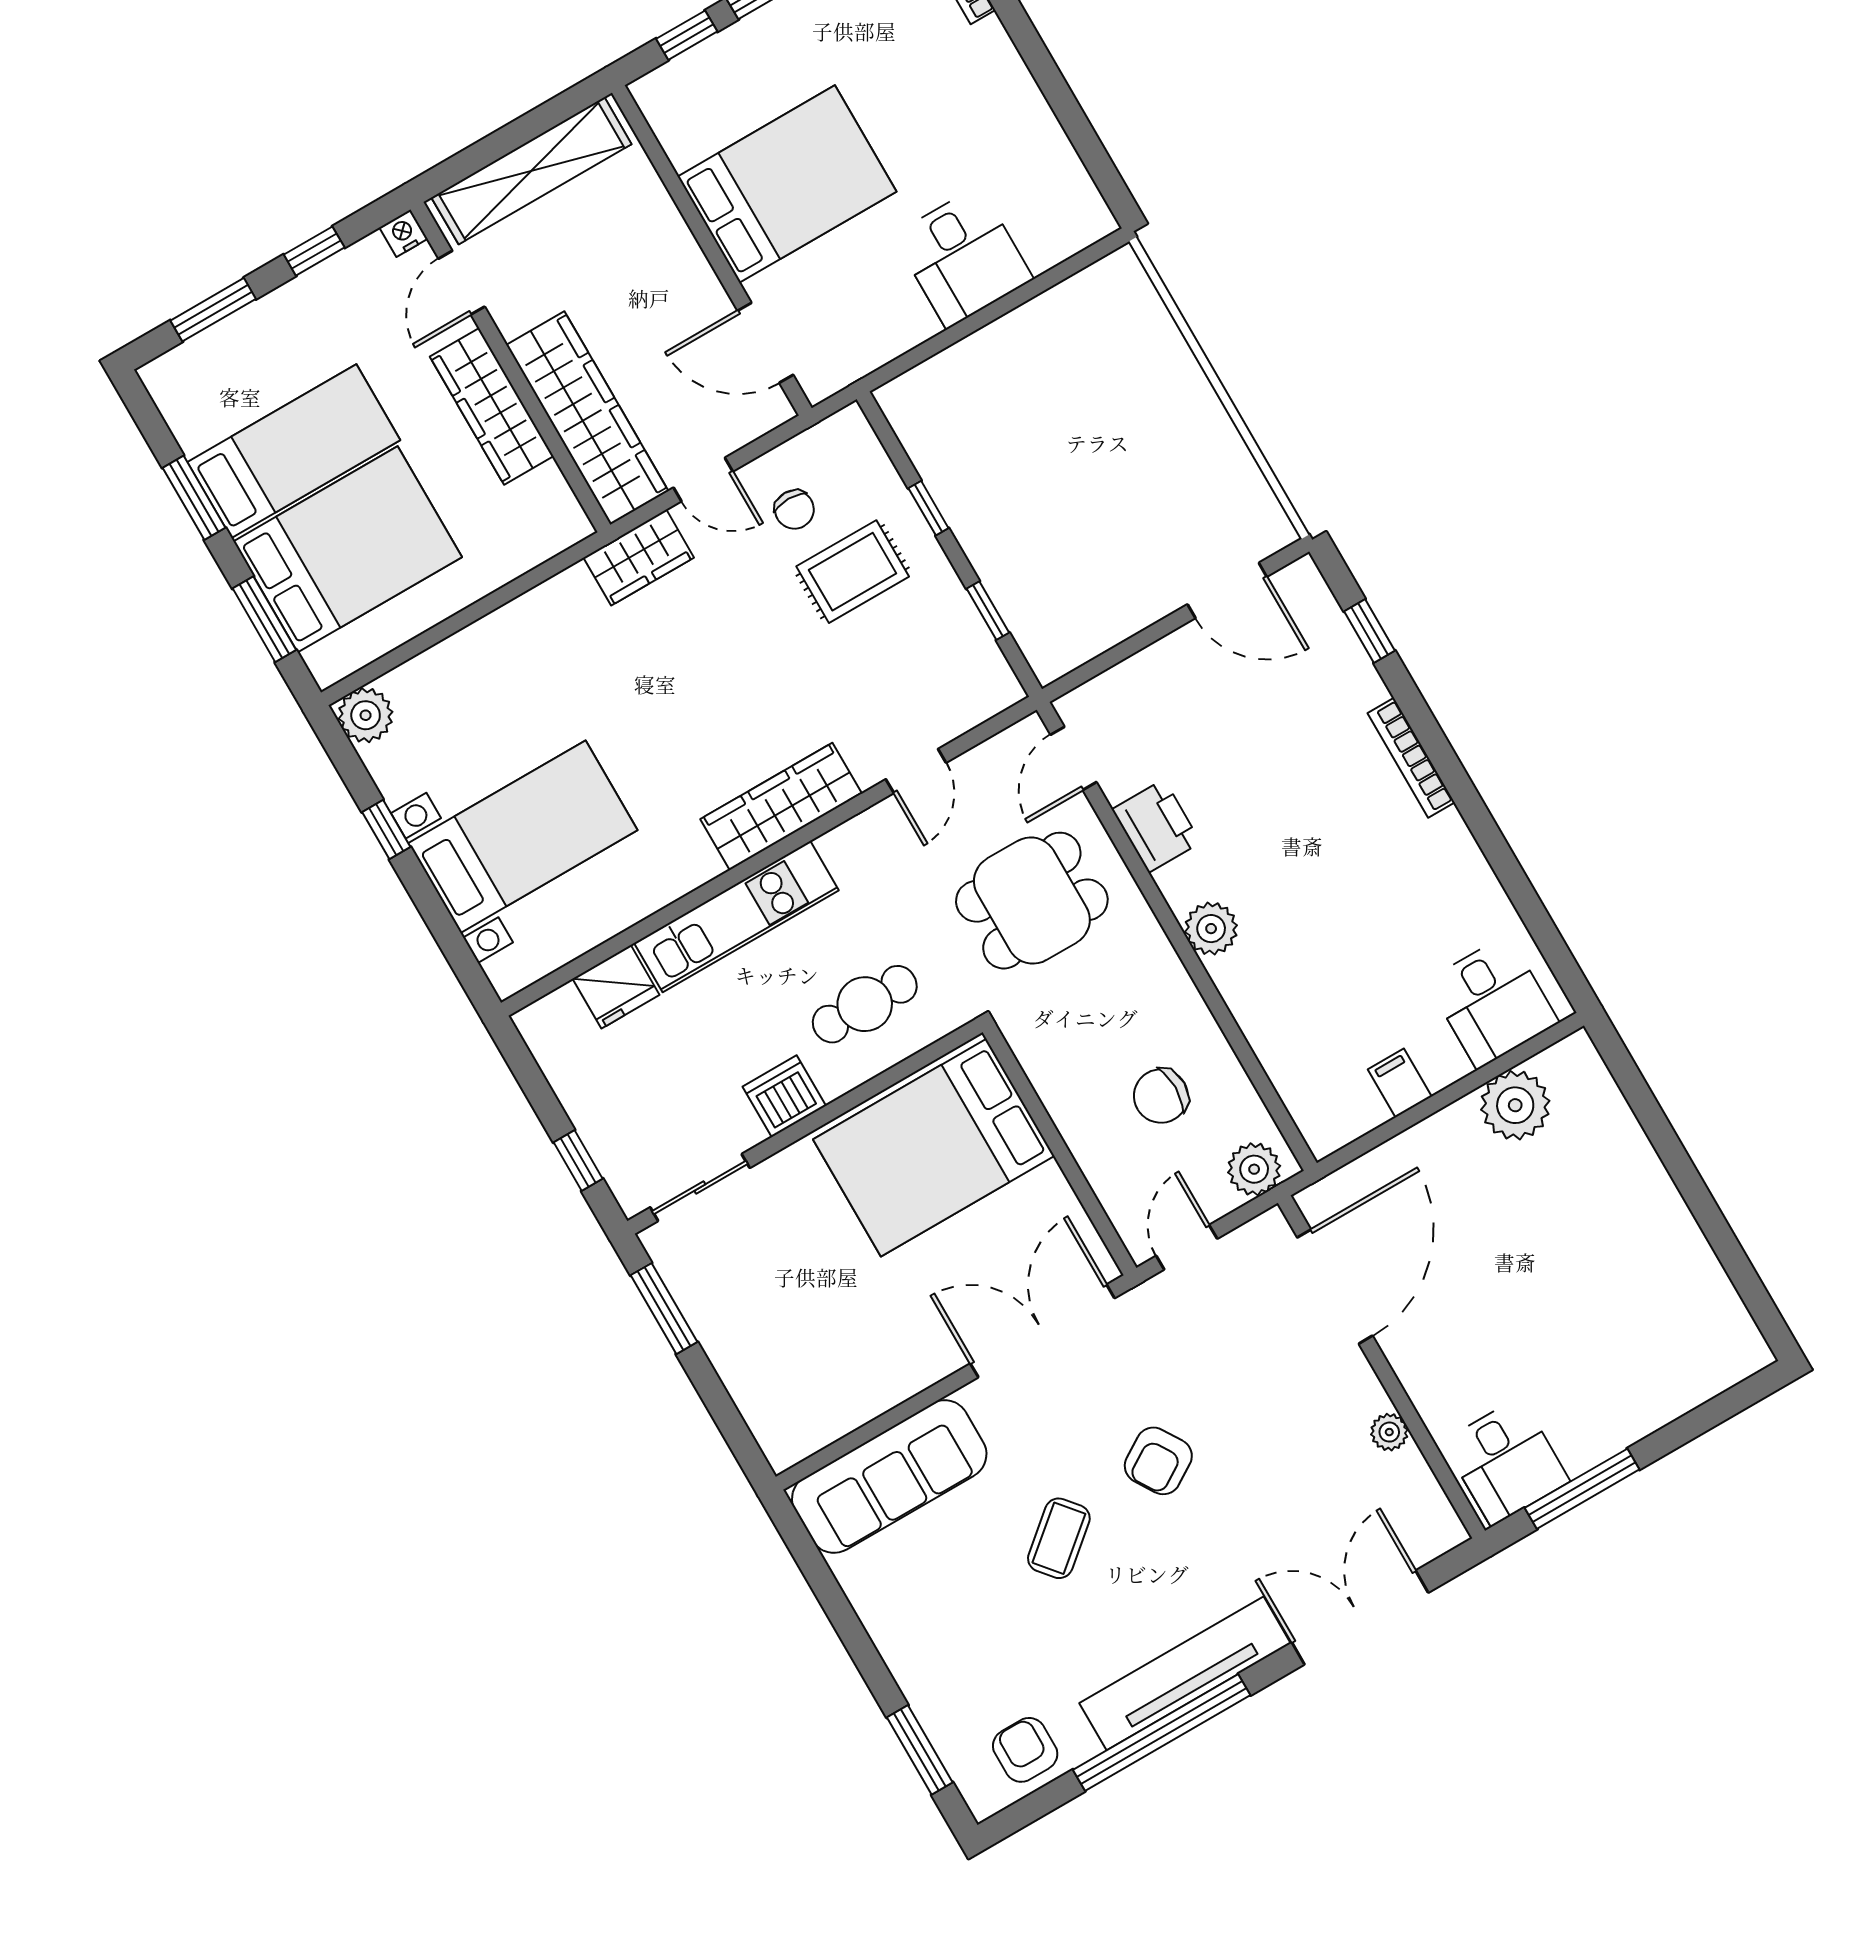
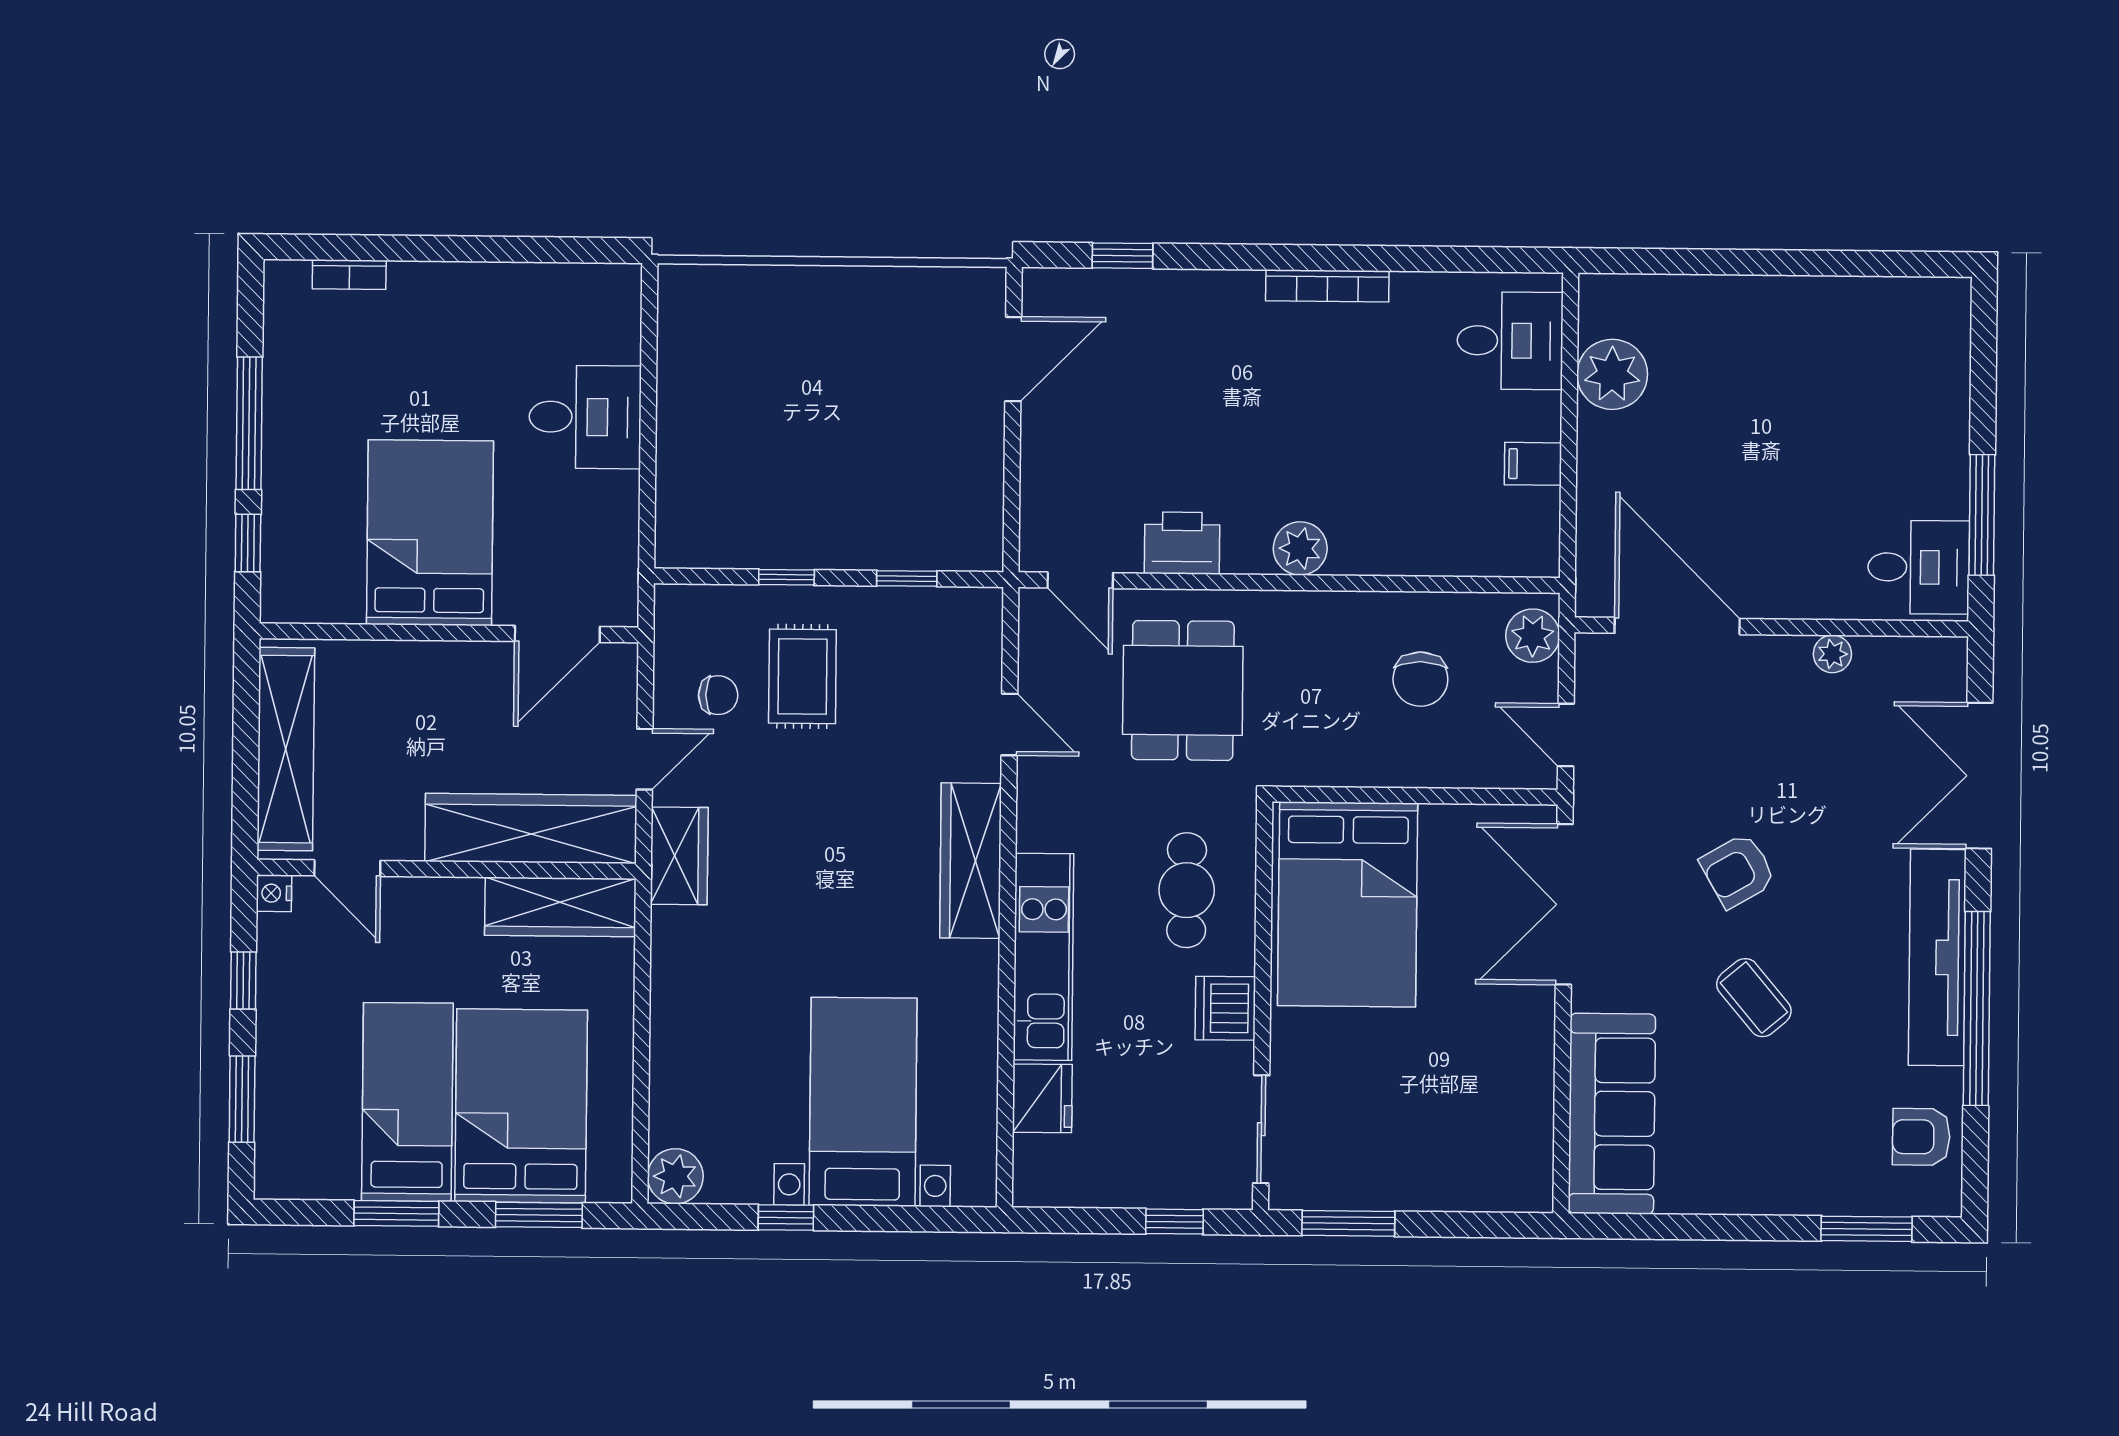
wardrobe: (492, 406) -> (560, 907), moved
bookcase: (1411, 758) -> (1327, 286), moved
armchair: (1158, 1461) -> (1738, 871), turned 92

